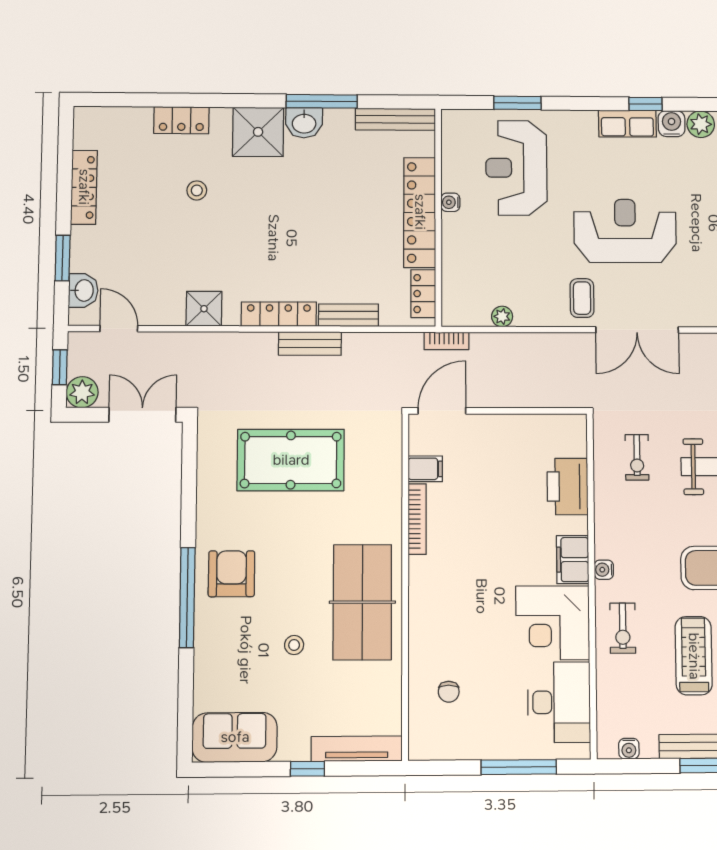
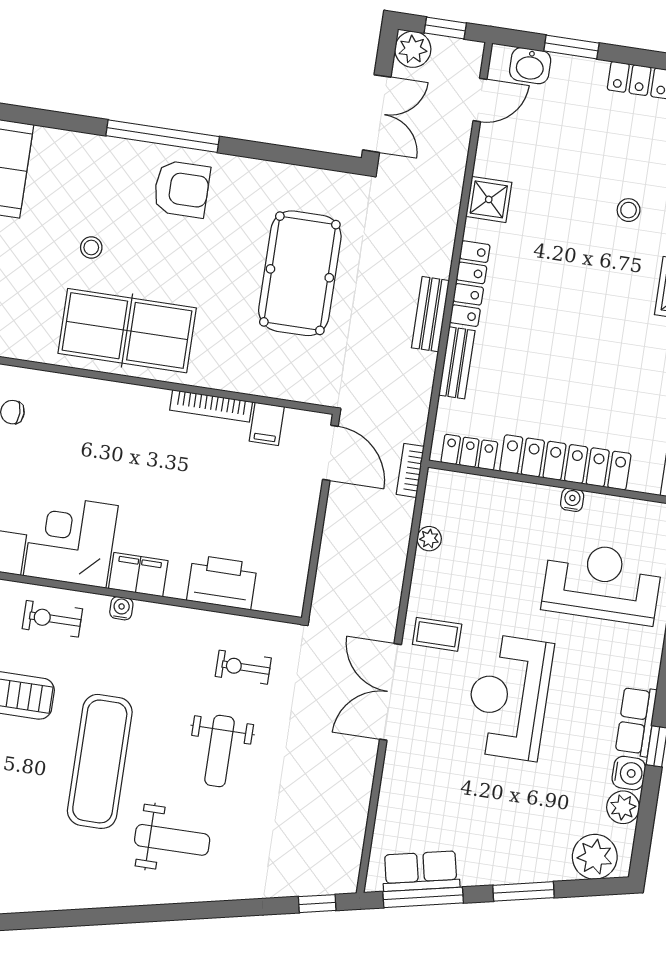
reception desk: (625, 231) -> (509, 697), turned 180

